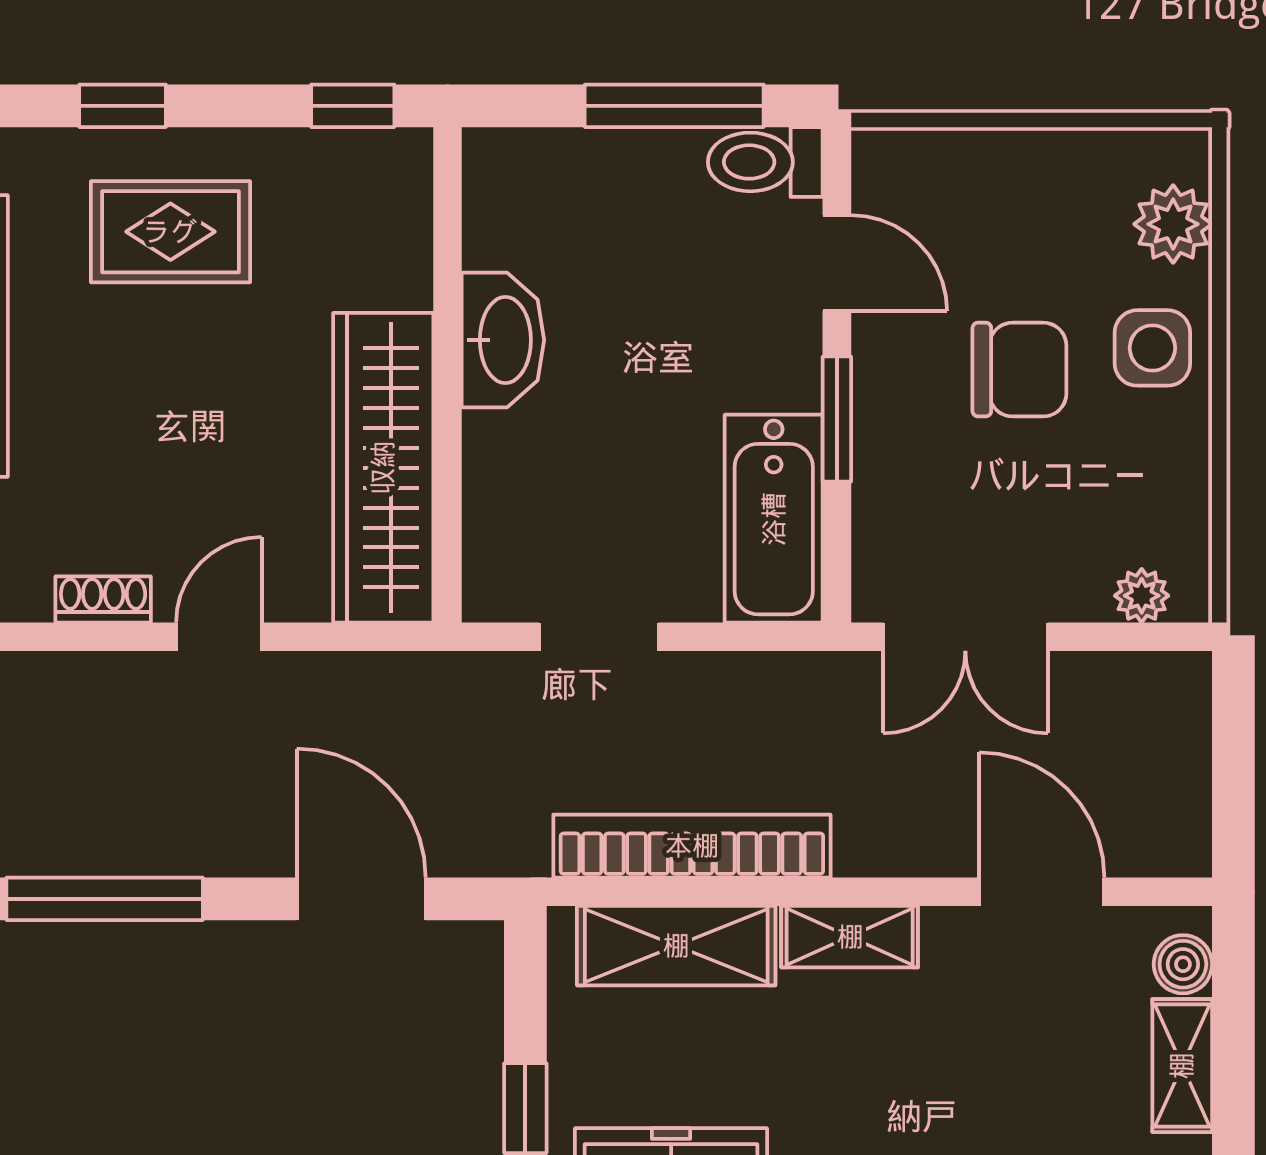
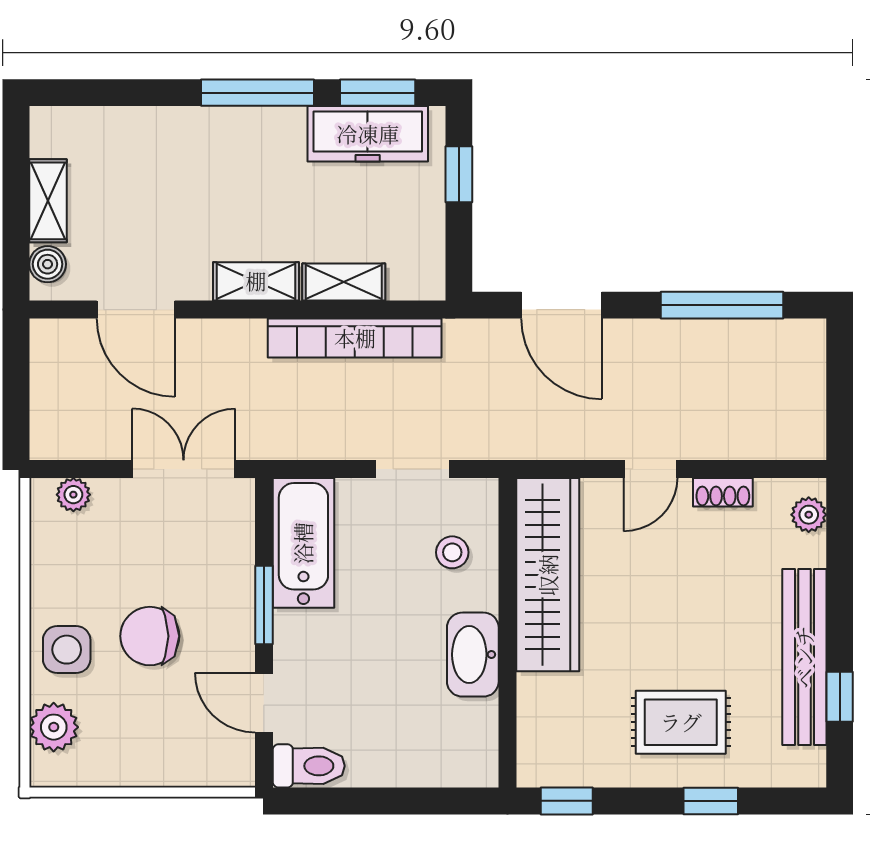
window: (674, 106) -> (366, 801), removed
stool: (536, 503) -> (452, 552), added
shelving: (676, 946) -> (344, 282), width x0.67, depth x0.75

